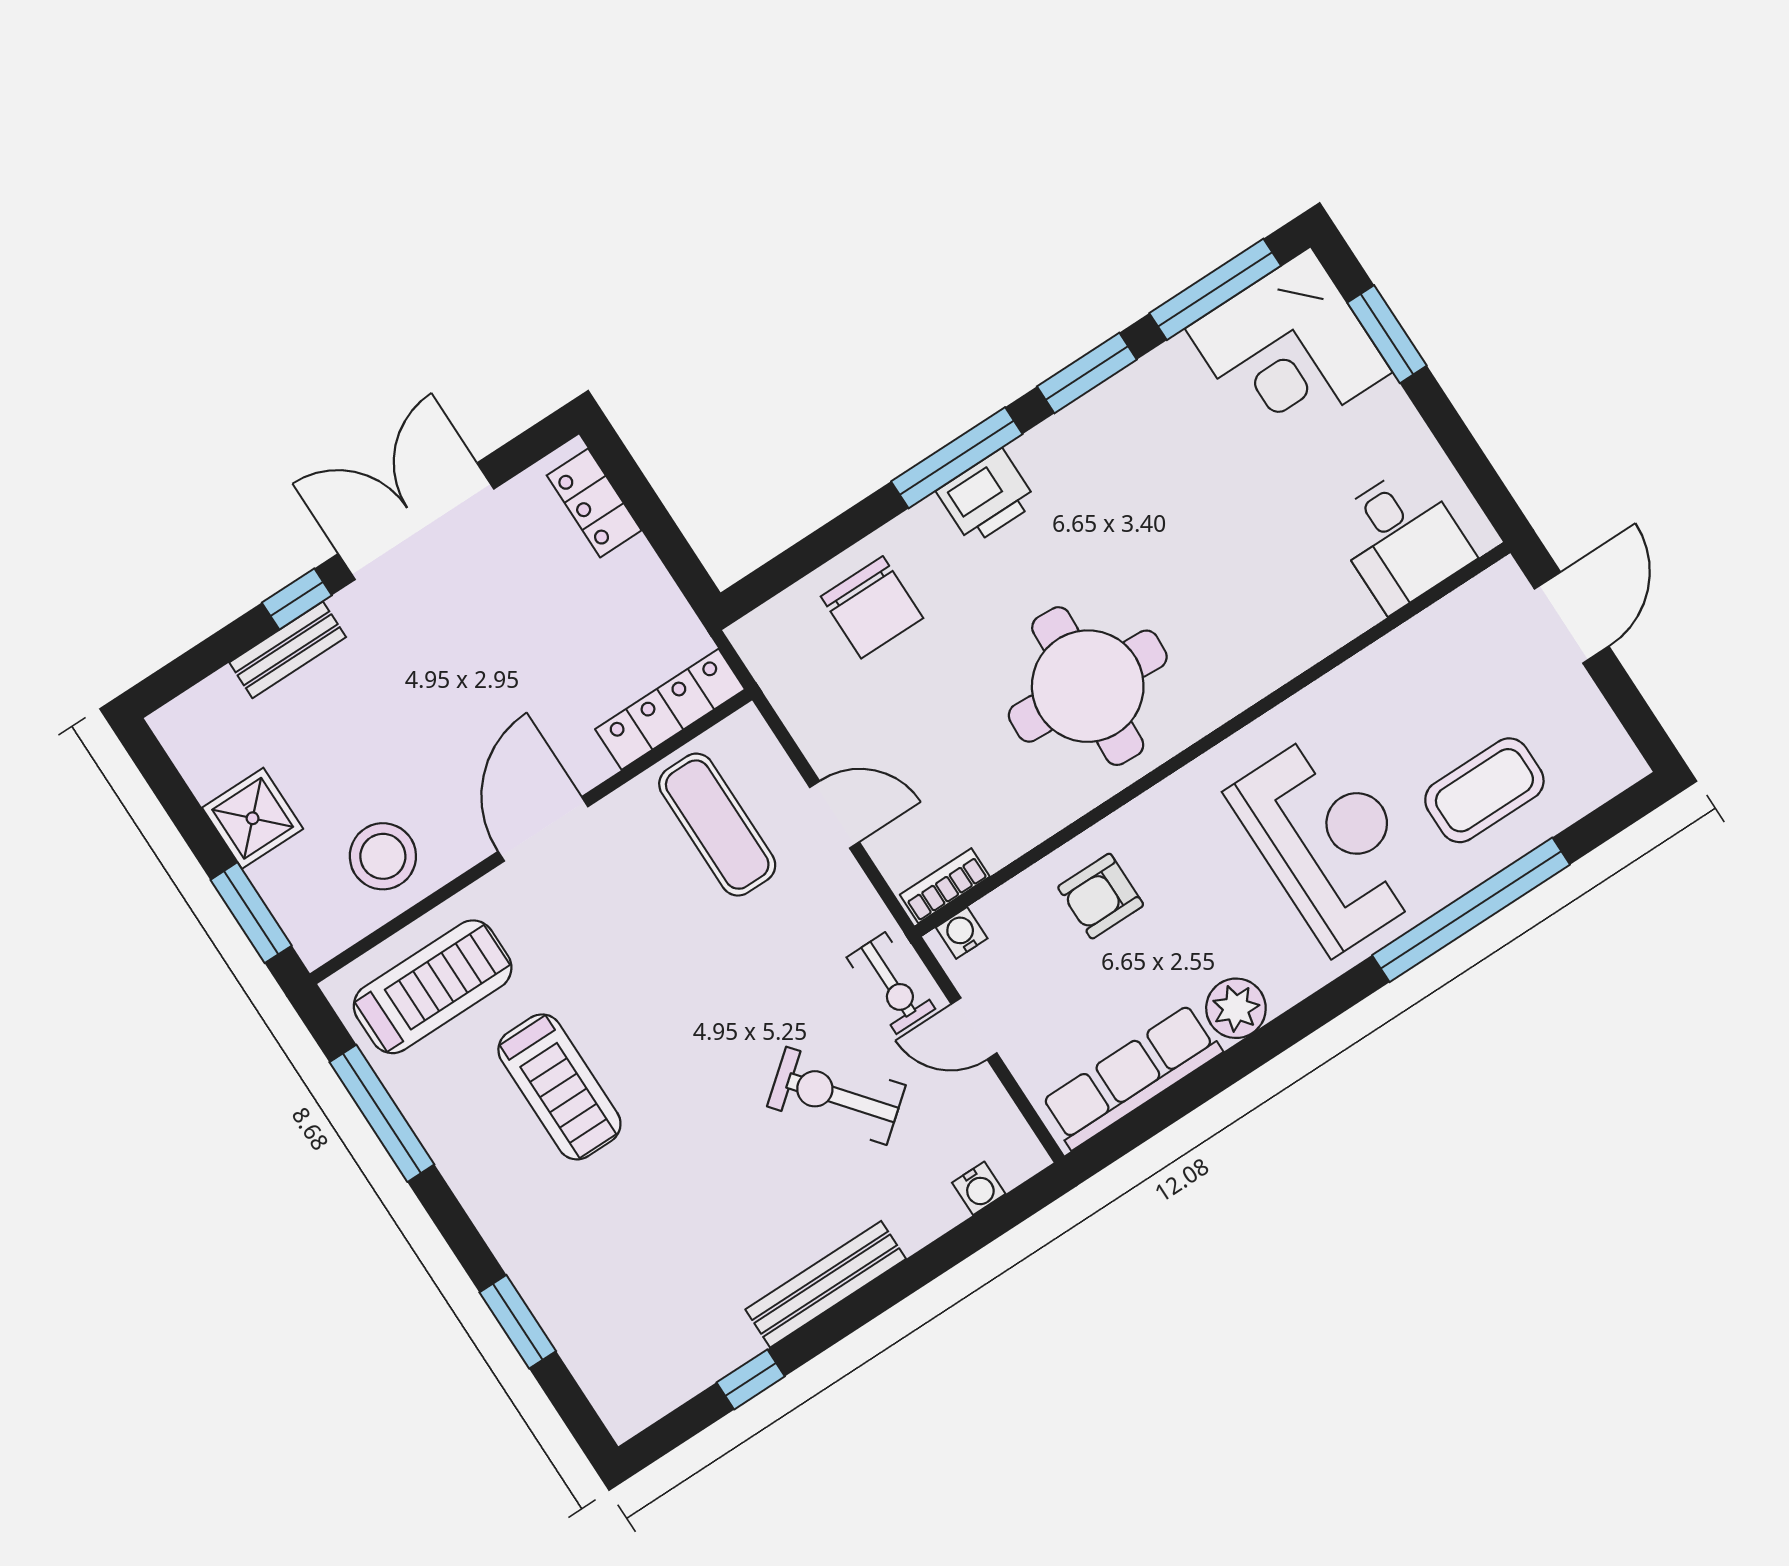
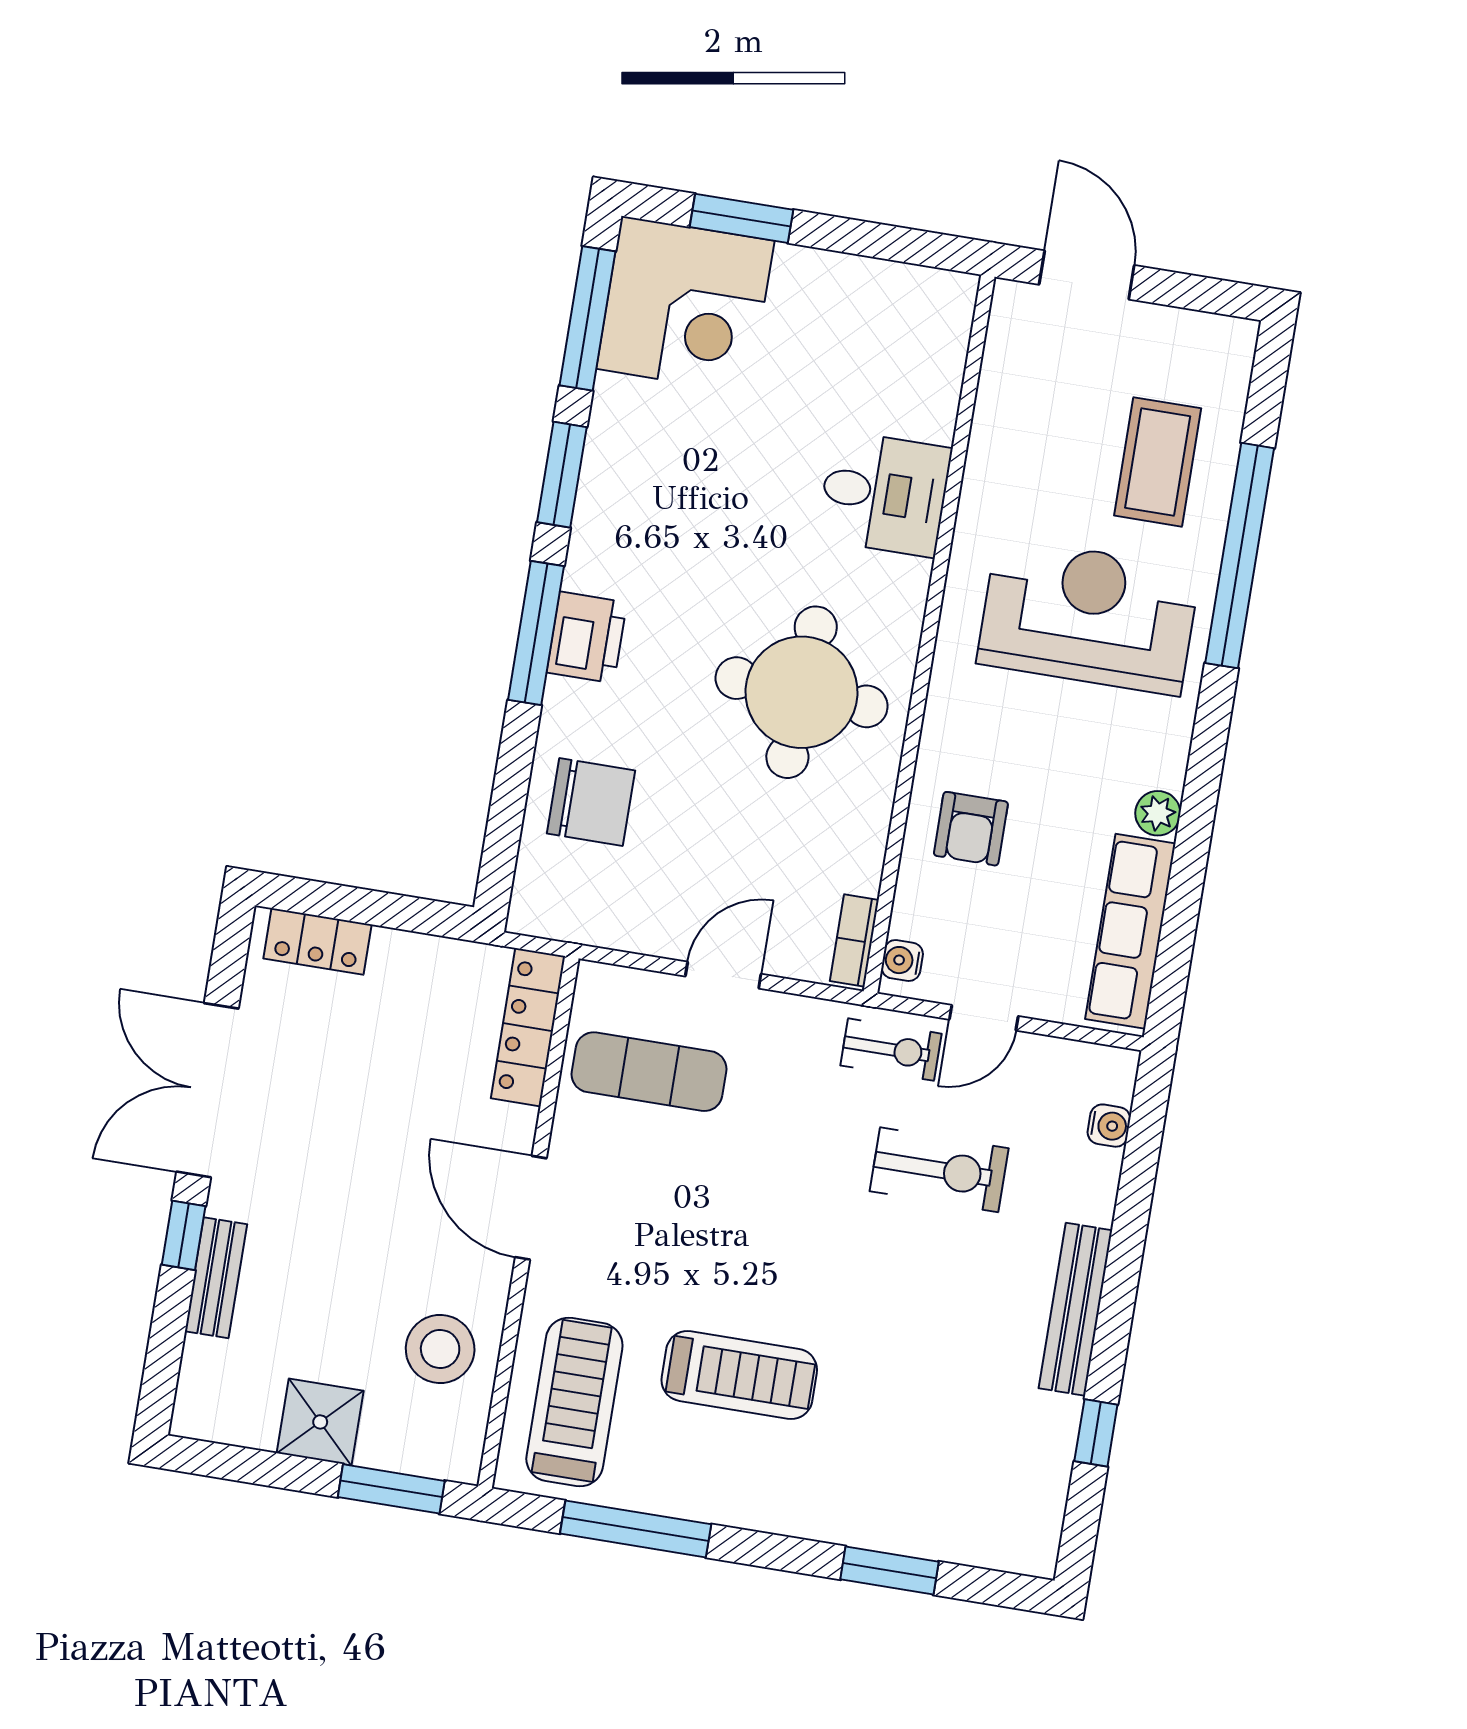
desk: (1401, 539) -> (884, 494), moved
plant: (1236, 1008) -> (1158, 813), width x0.73, depth x0.73
exercise bike: (836, 1096) -> (939, 1170), turned -141

